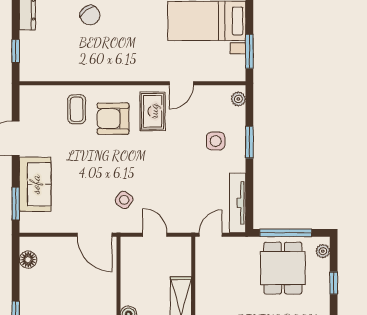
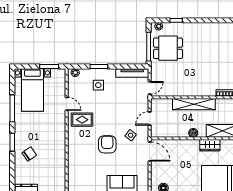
coffee table: (77, 109) -> (81, 161), removed
armchair: (113, 119) -> (107, 144), moved, turned 180
door: (94, 235) -> (150, 152), hinge flipped
door: (211, 235) -> (150, 88), swing flipped

